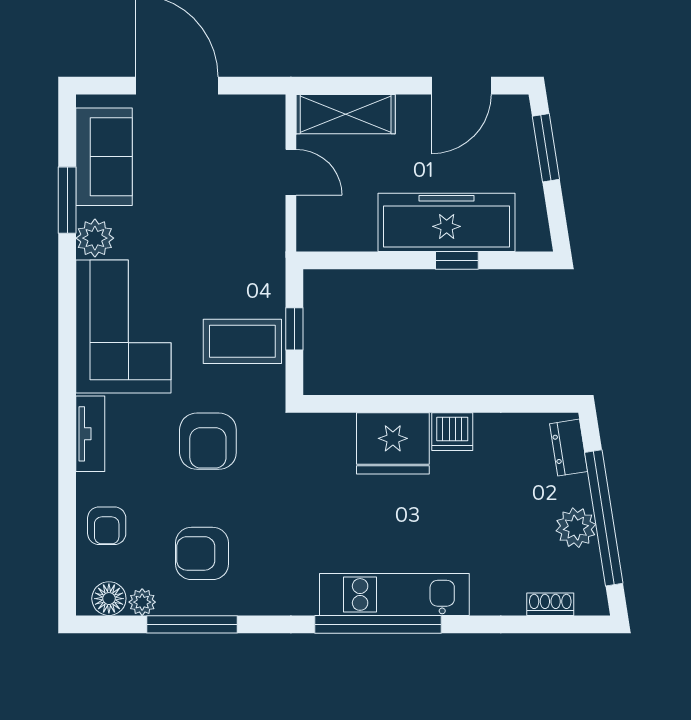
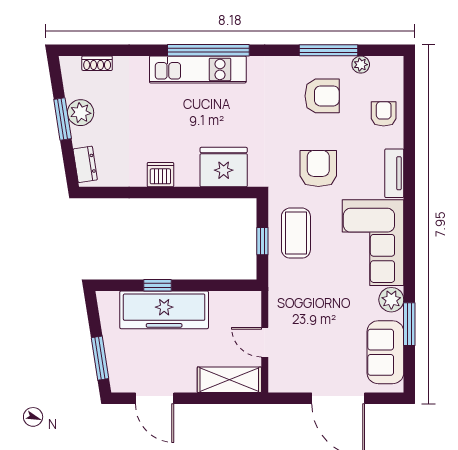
door: (461, 86) -> (155, 398), swing flipped
coffee table: (242, 341) -> (296, 233), turned 90
fridge: (393, 443) -> (224, 167), moved
window: (604, 518) -> (63, 119), width x0.47
floor lamp: (109, 599) -> (382, 67), removed

